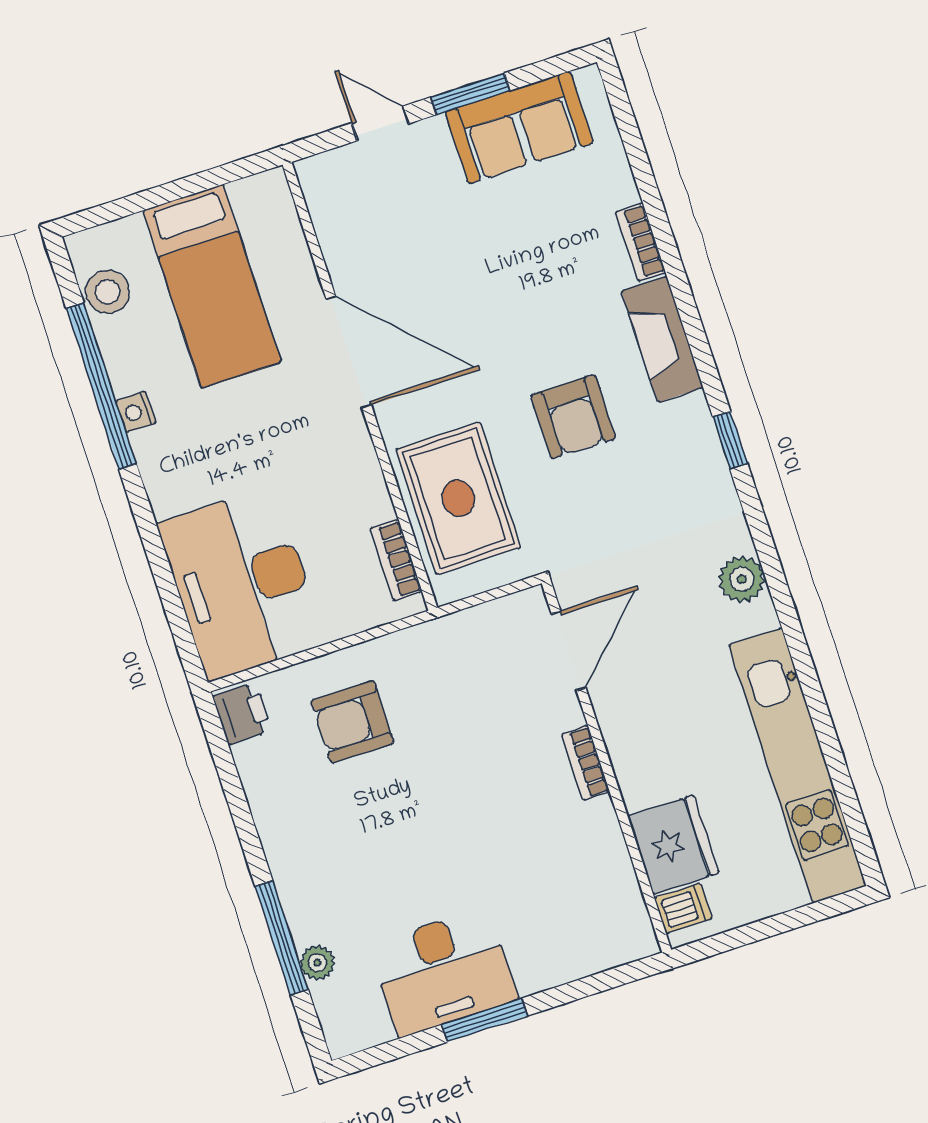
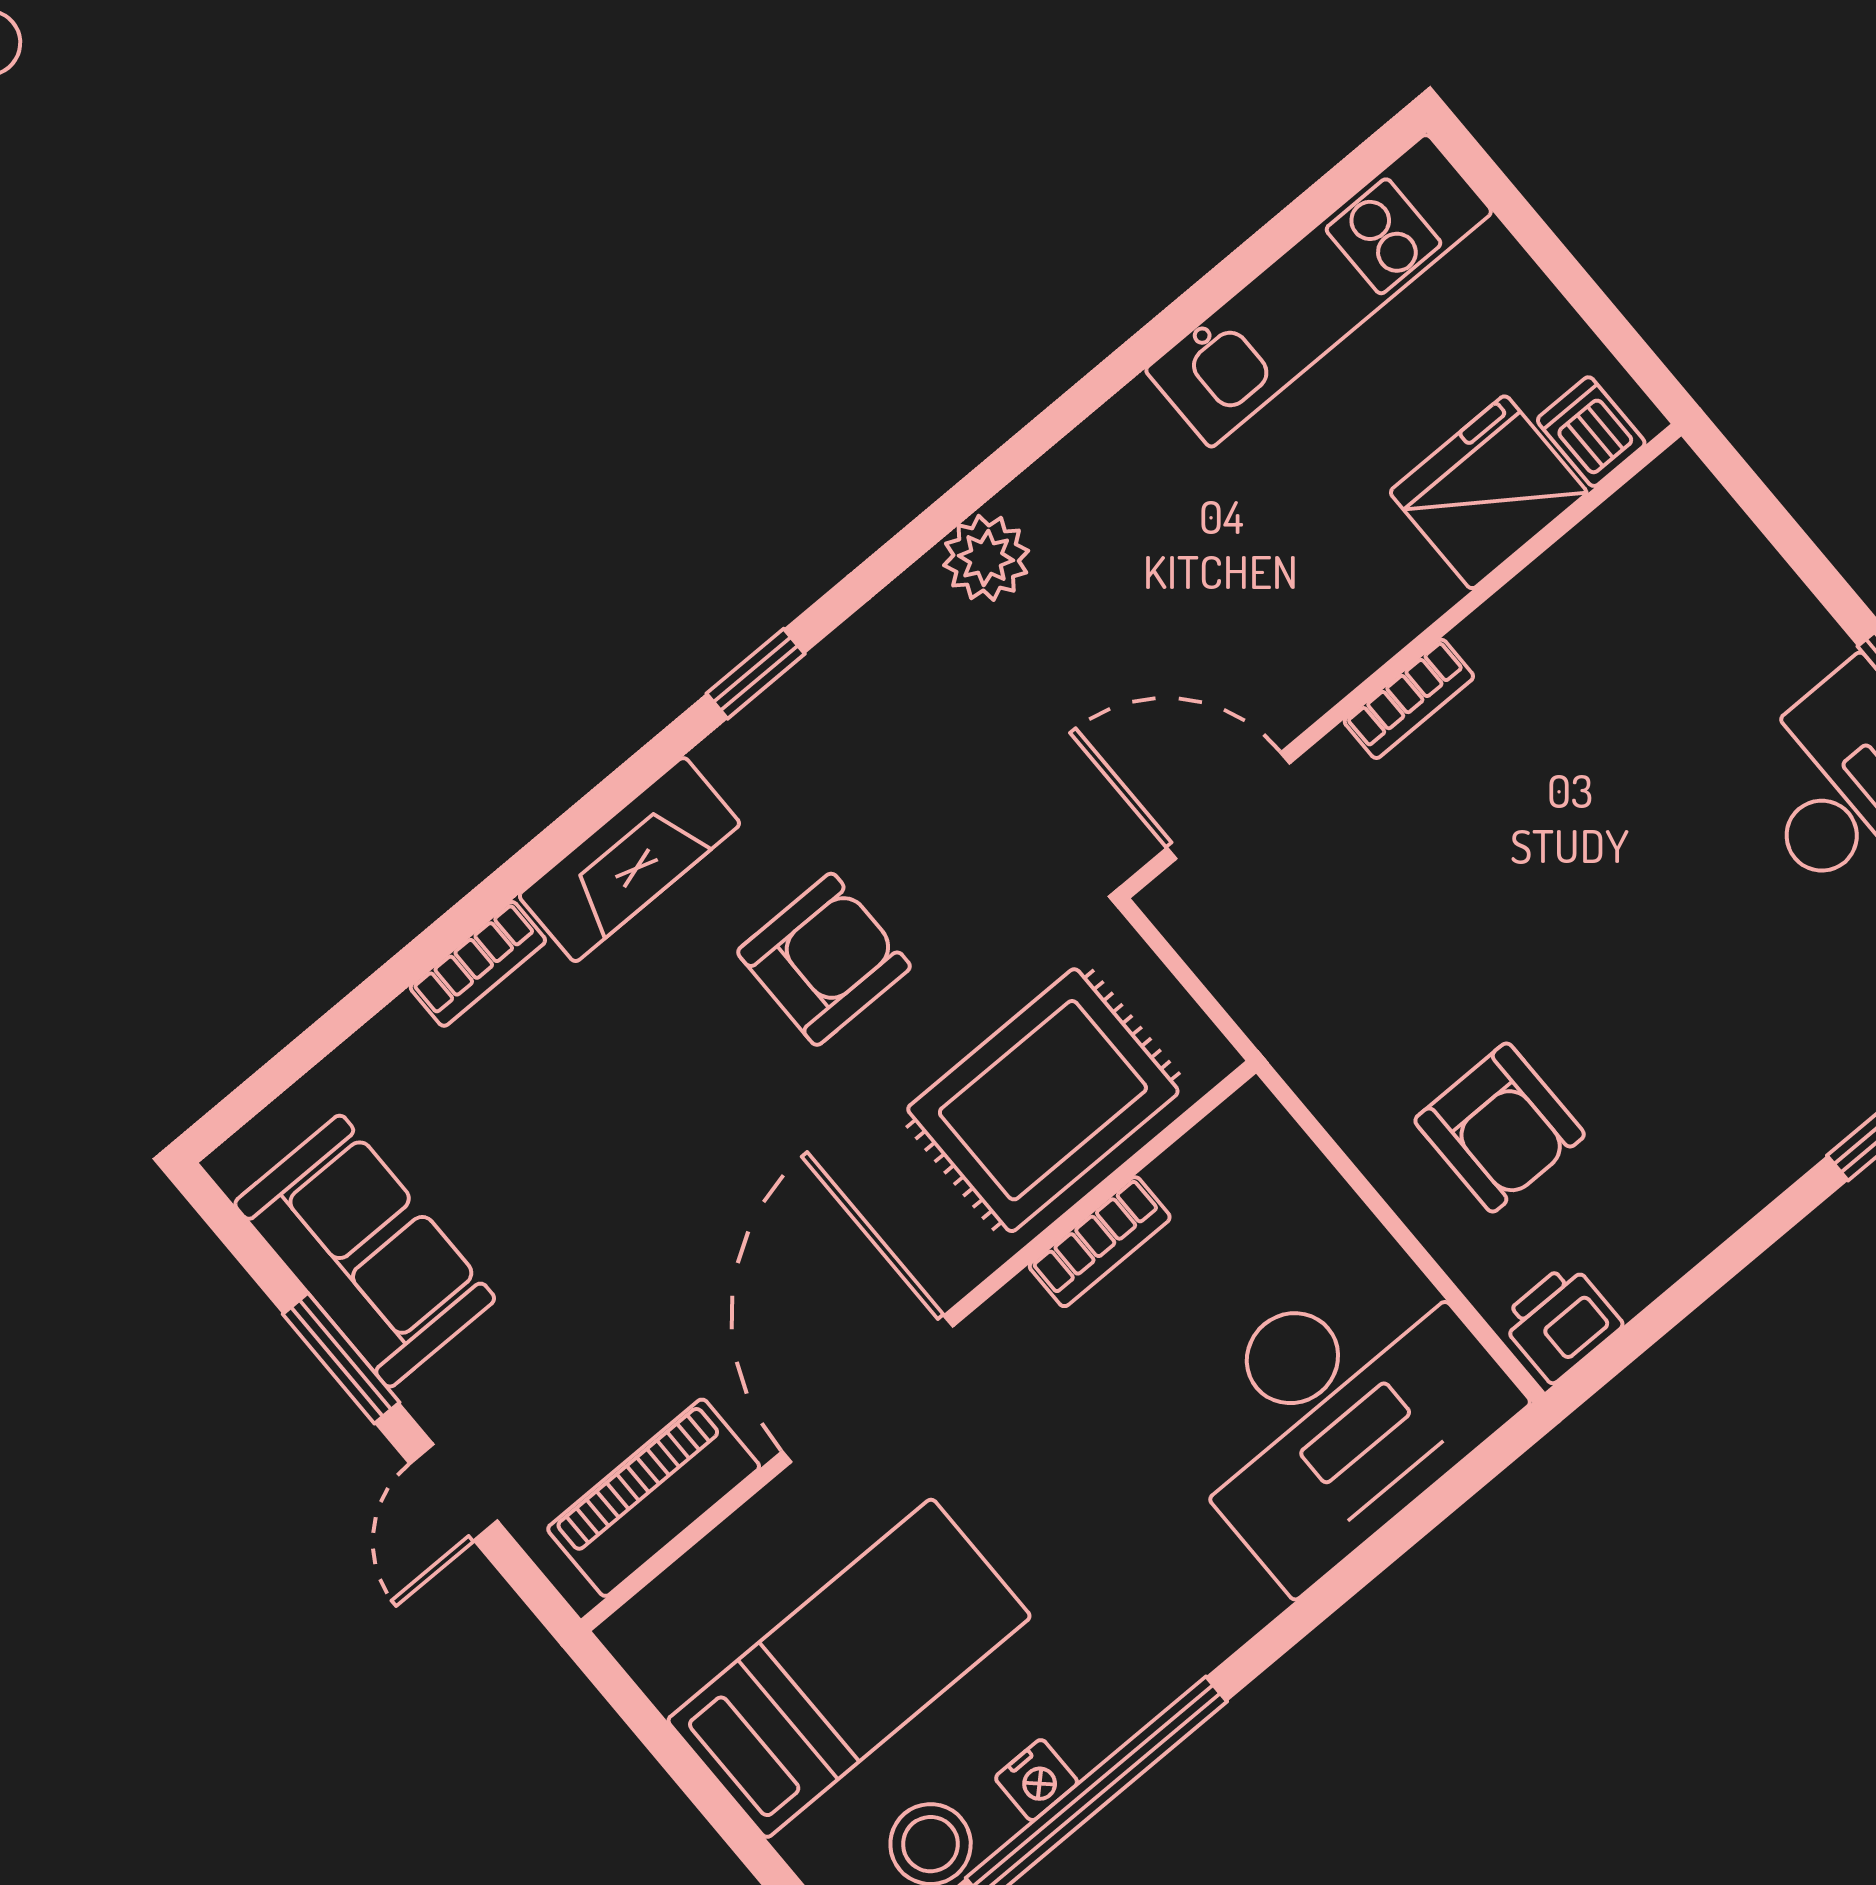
piano: (337, 223) -> (654, 1498), added
nightstand: (136, 412) -> (1037, 1780), moved
bookcase: (396, 560) -> (1100, 1242), moved
kitchen unit: (798, 765) -> (1319, 291), width x0.73

